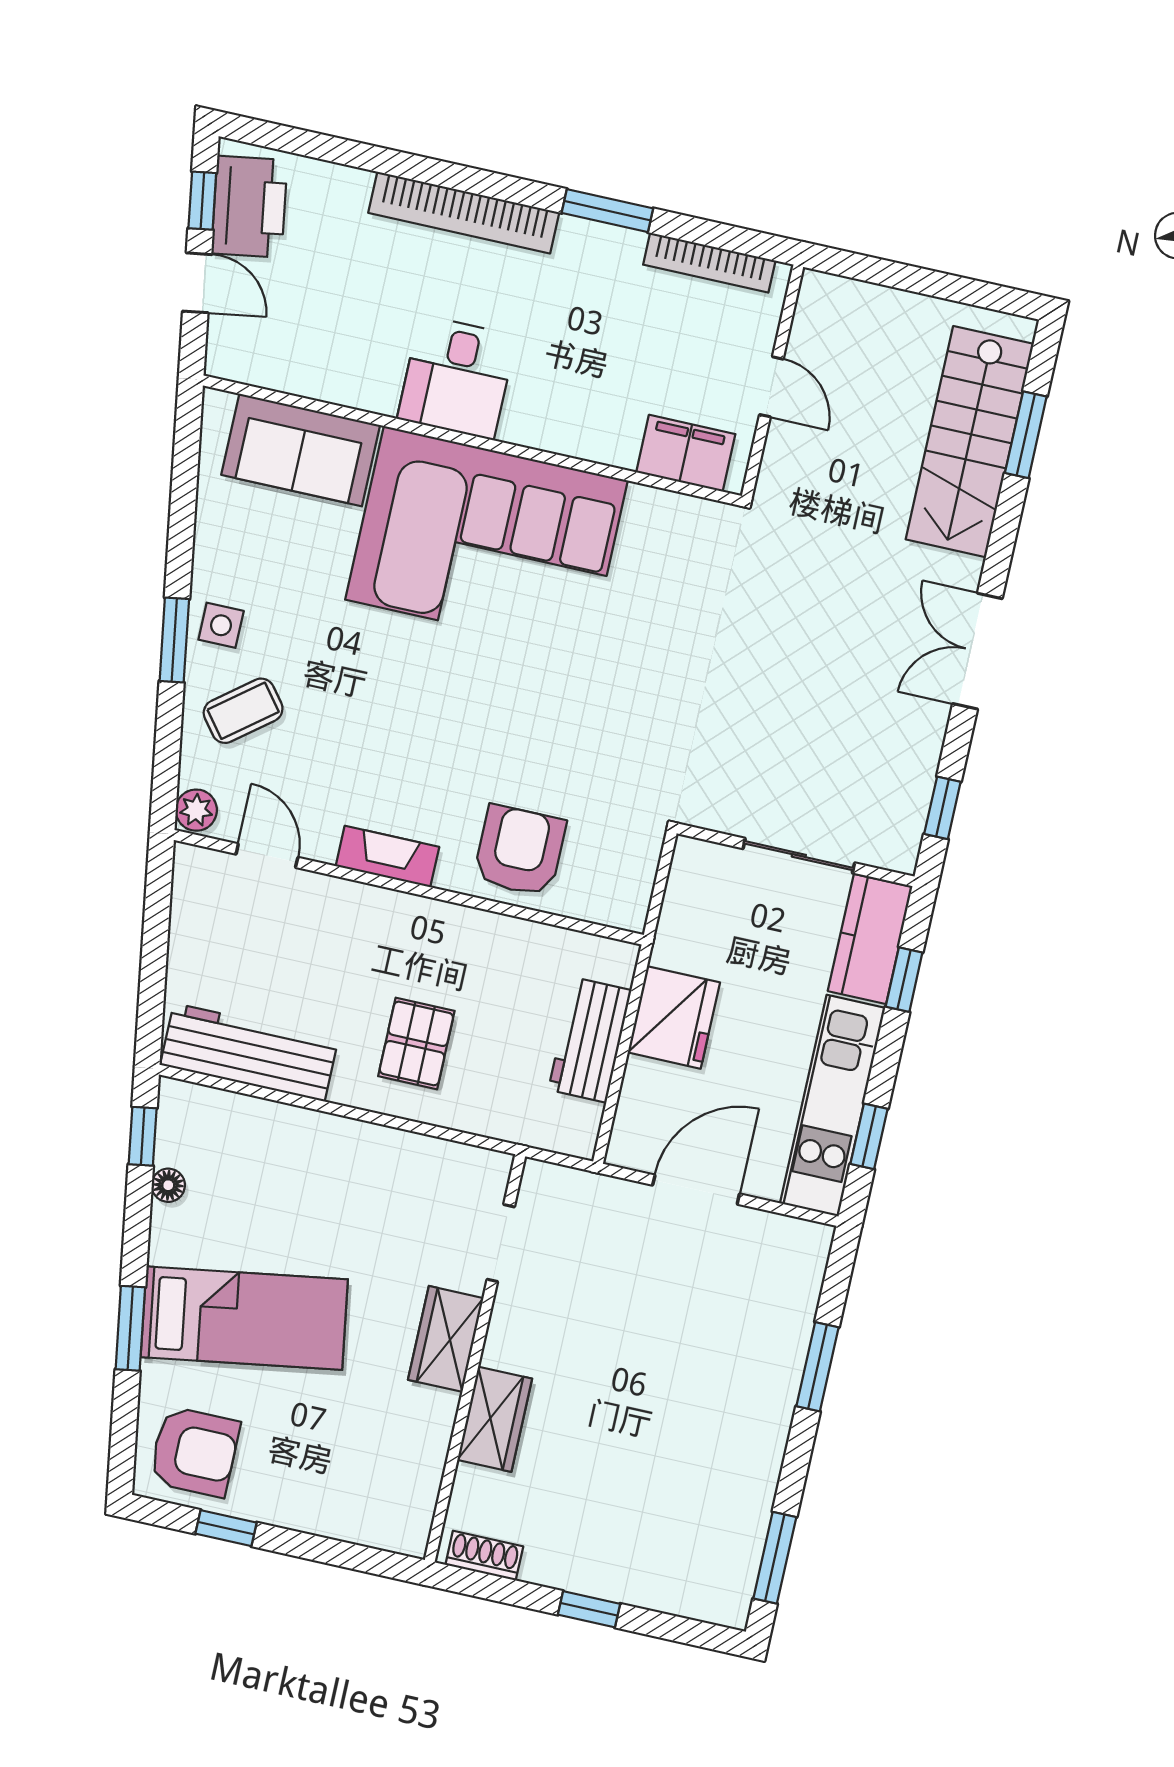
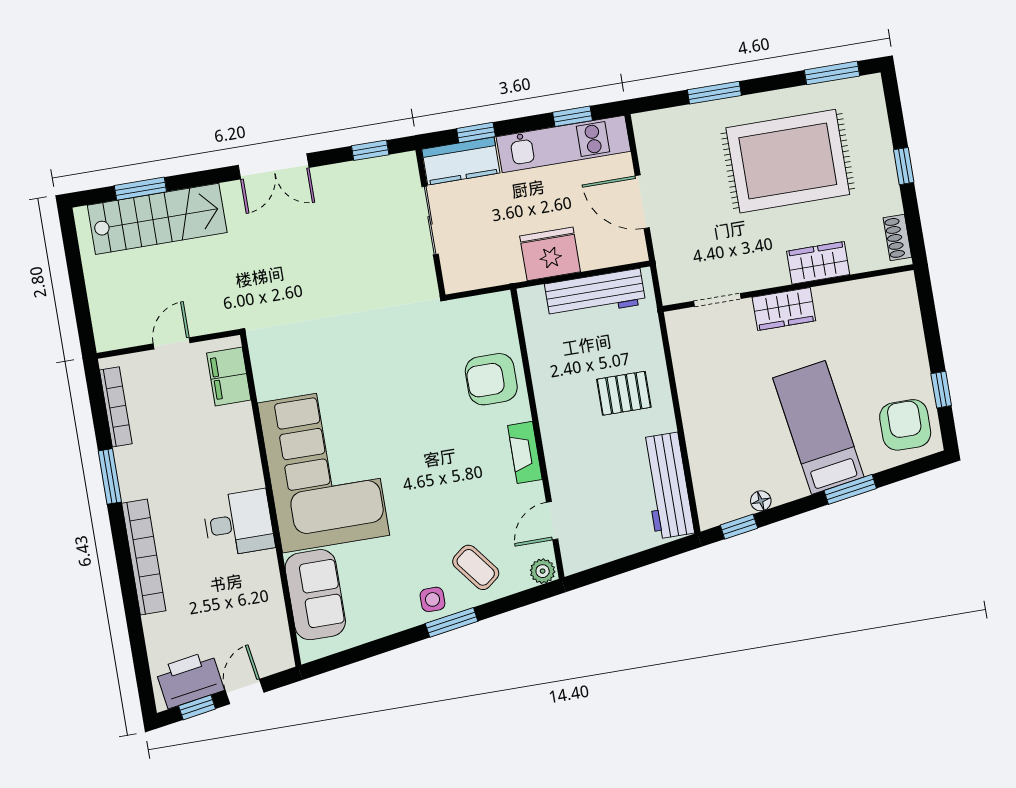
workbench: (590, 1040) -> (595, 294), width x1.38
rug: (668, 1436) -> (788, 161), added

